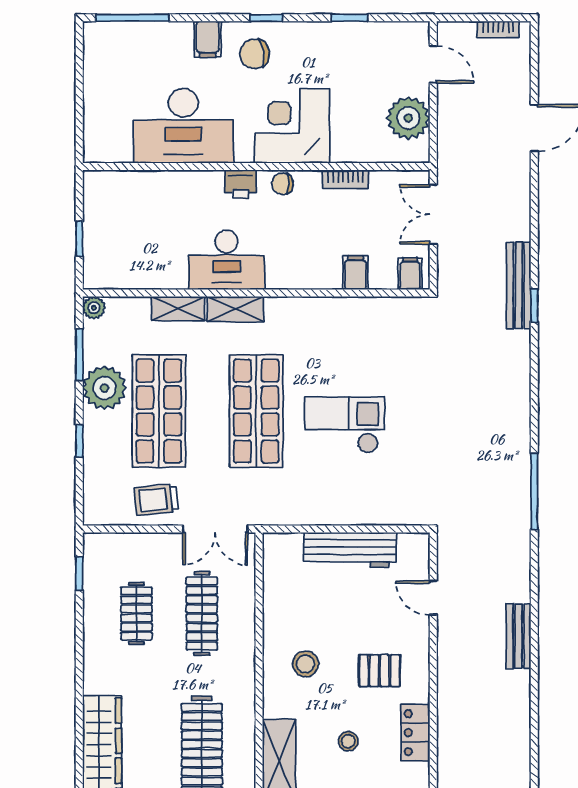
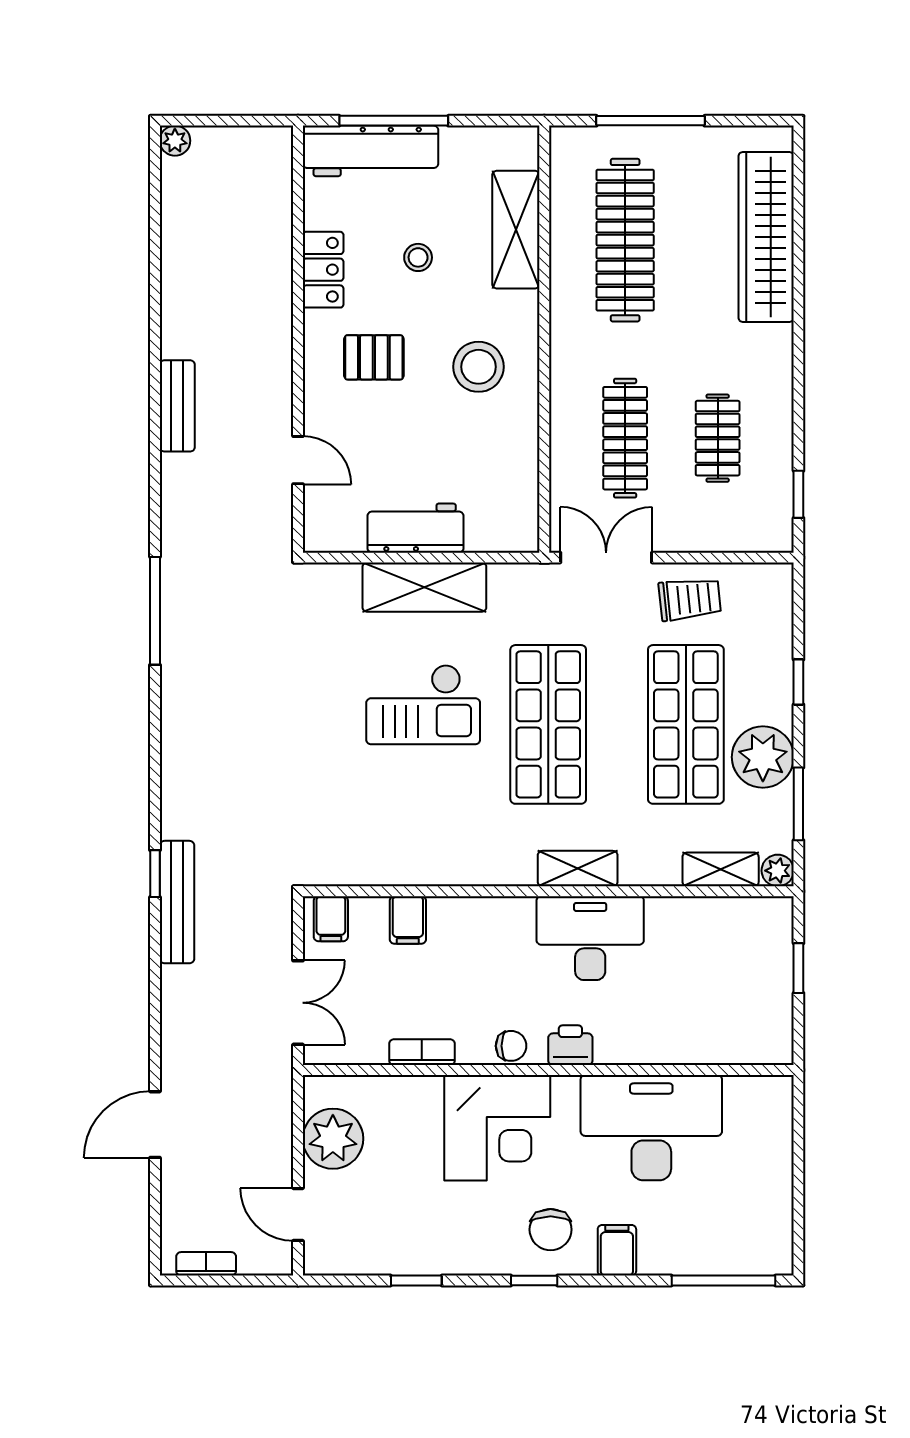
chair: (255, 54) -> (551, 1230), turned 99
shelving: (178, 308) -> (721, 869), moved
shelving: (344, 508) -> (424, 587), added
workbench: (350, 550) -> (415, 528), width x0.73
stool: (305, 664) -> (479, 367), width x1.38, depth x1.38

